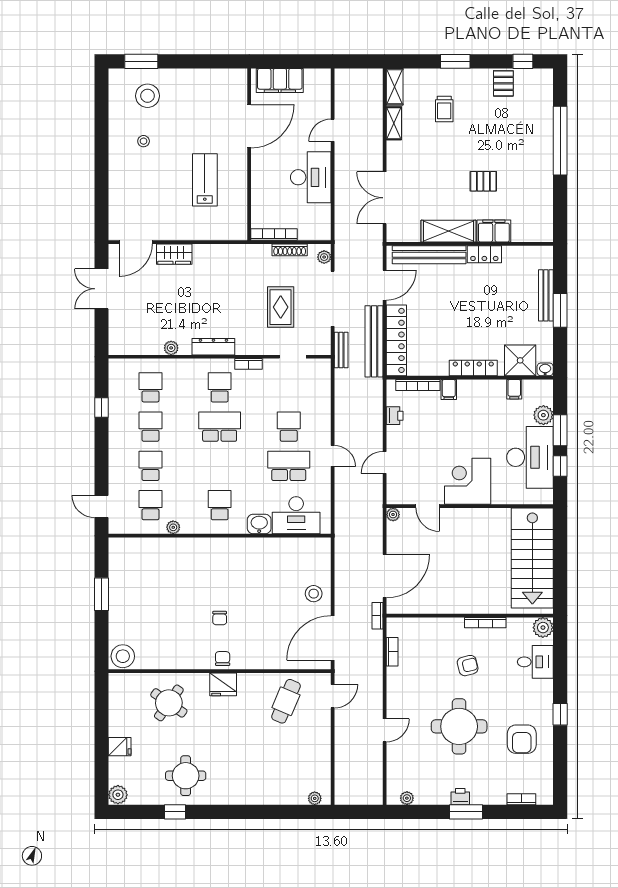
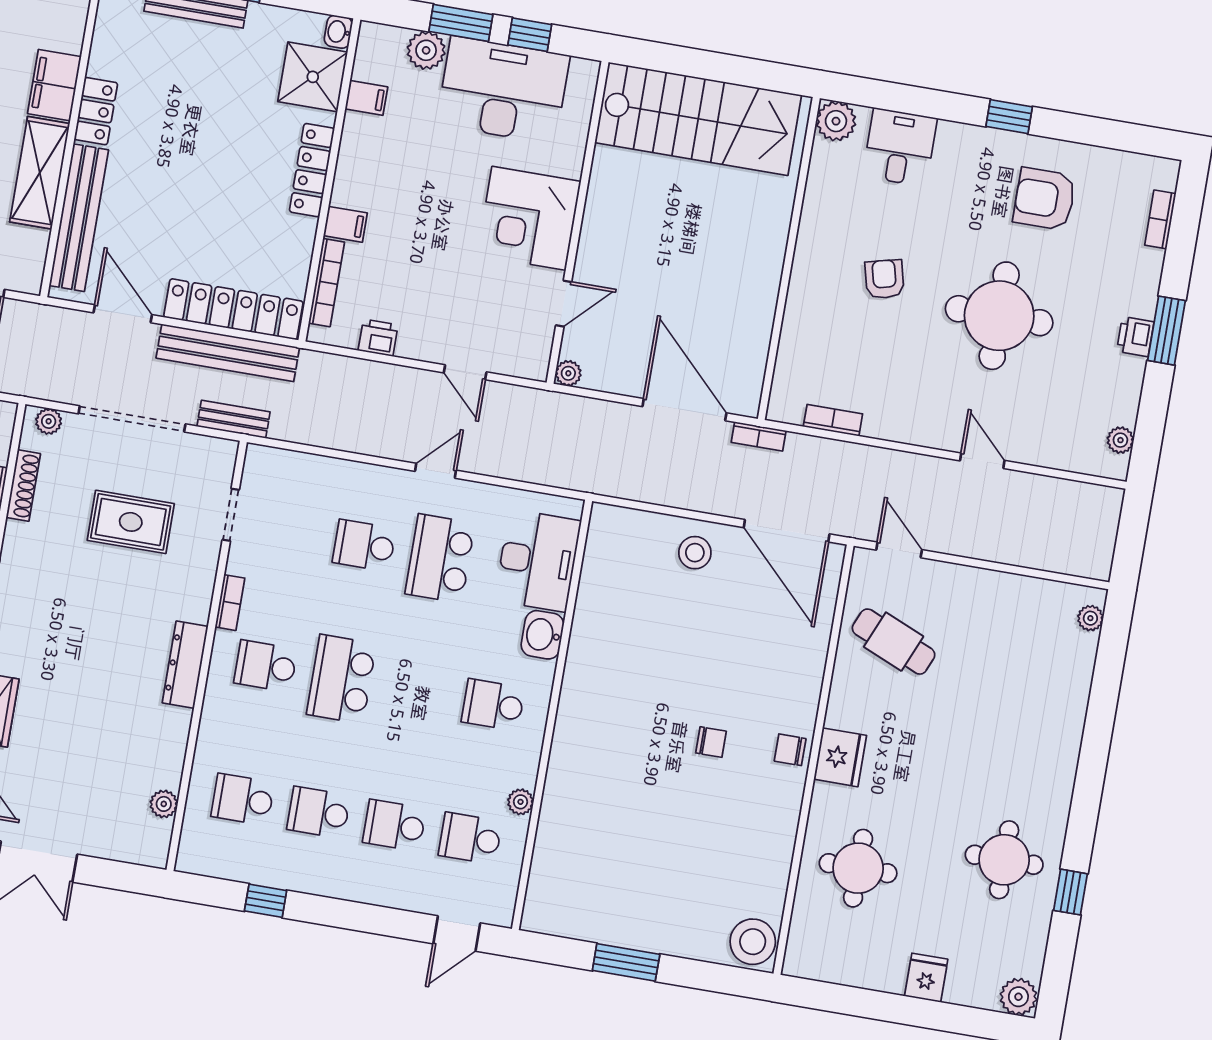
plant: (171, 348) -> (164, 804), moved
bookcase: (485, 623) -> (807, 231), removed
round table: (169, 703) -> (858, 868), turned -35
armchair: (522, 739) -> (1044, 199), turned 180

